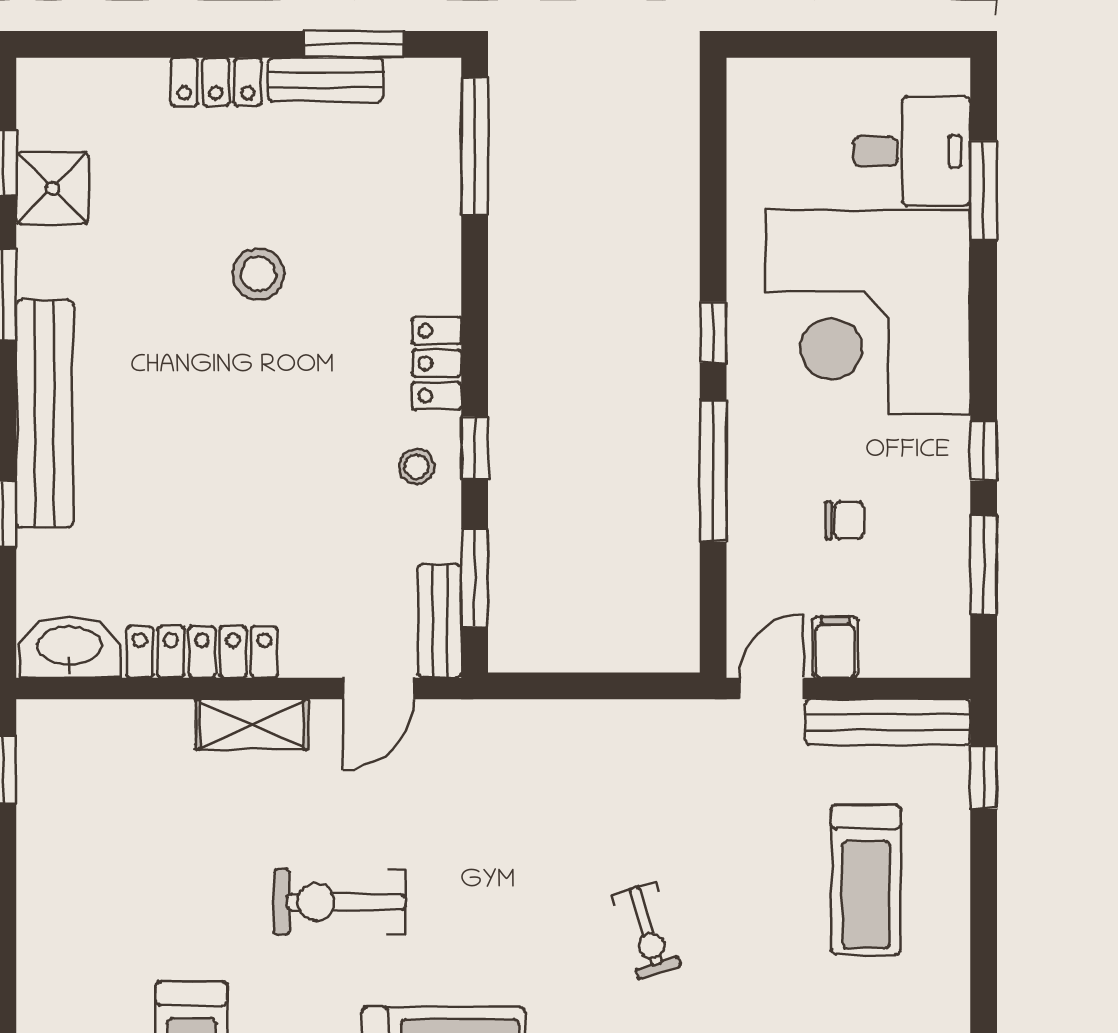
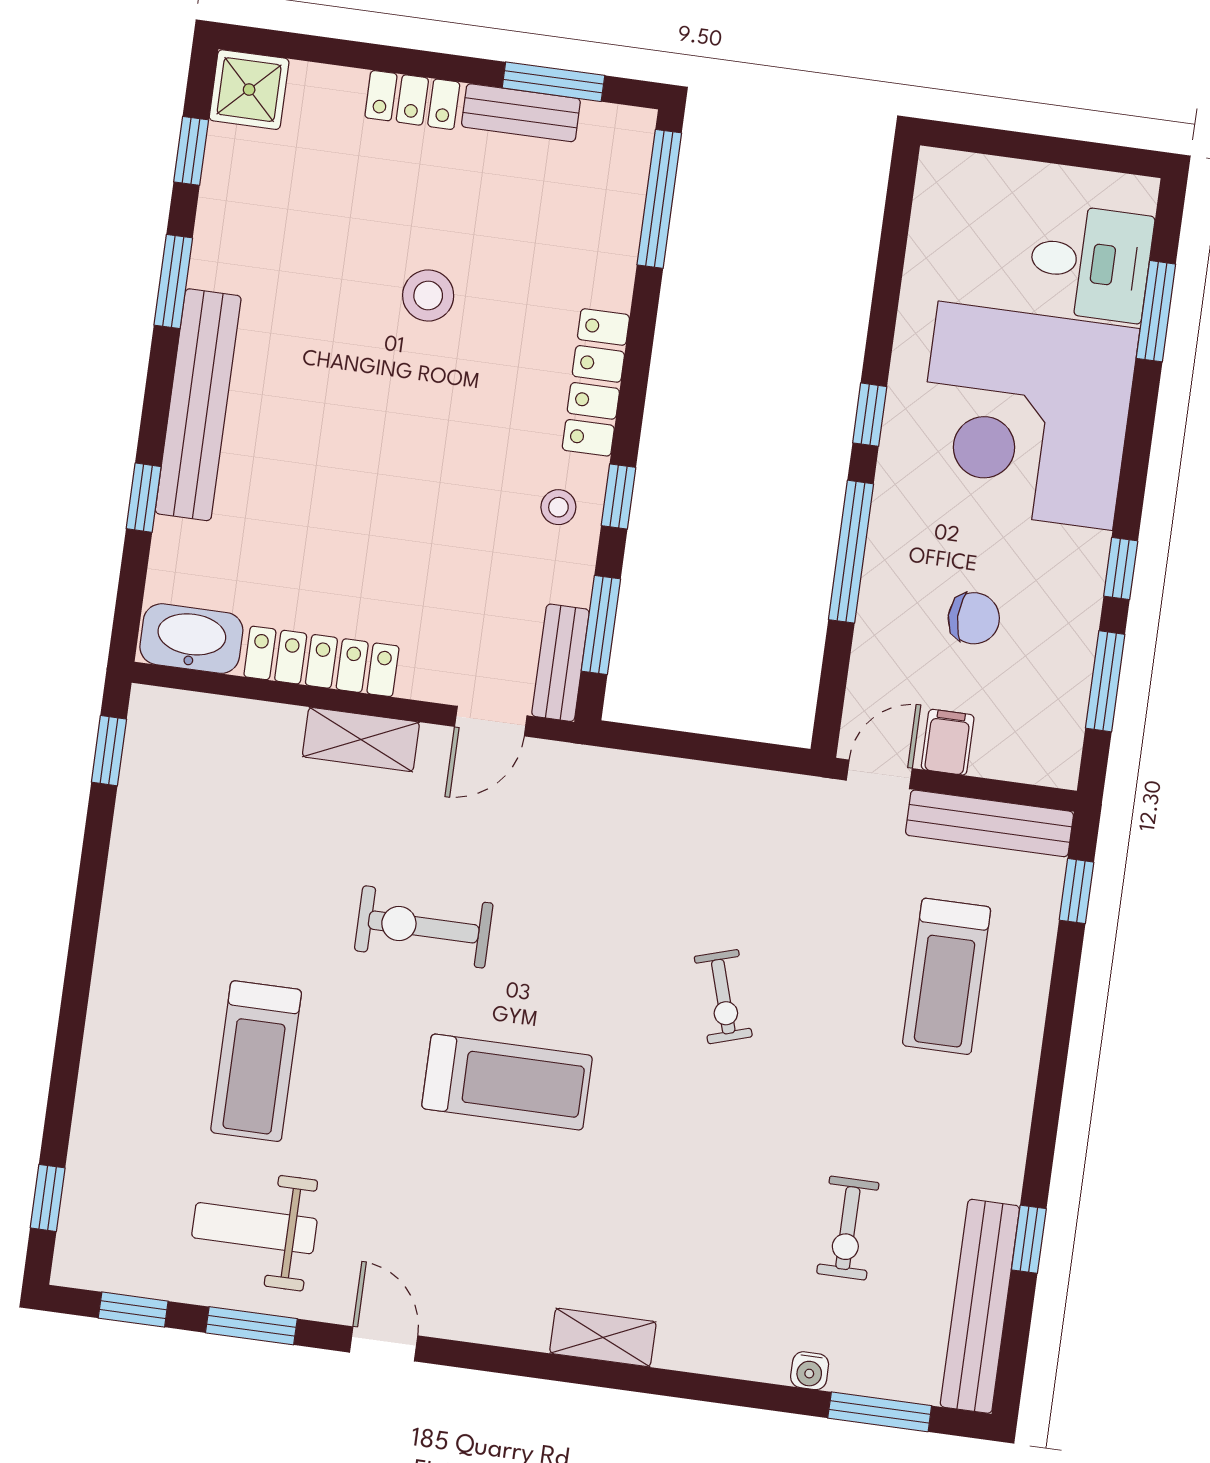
shower: (52, 188) -> (249, 90), moved
locker: (437, 363) -> (596, 382), width x1.53
chair: (844, 520) -> (974, 618), width x1.37, depth x1.37

